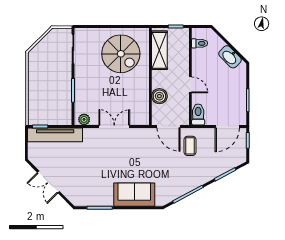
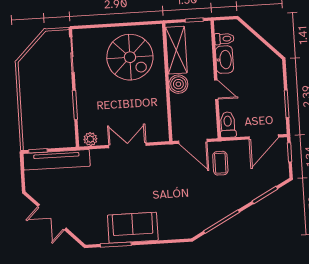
washbasin: (230, 57) -> (224, 60), moved, turned -135
boiler: (159, 96) -> (178, 84), moved
sofa: (134, 195) -> (133, 228), moved

